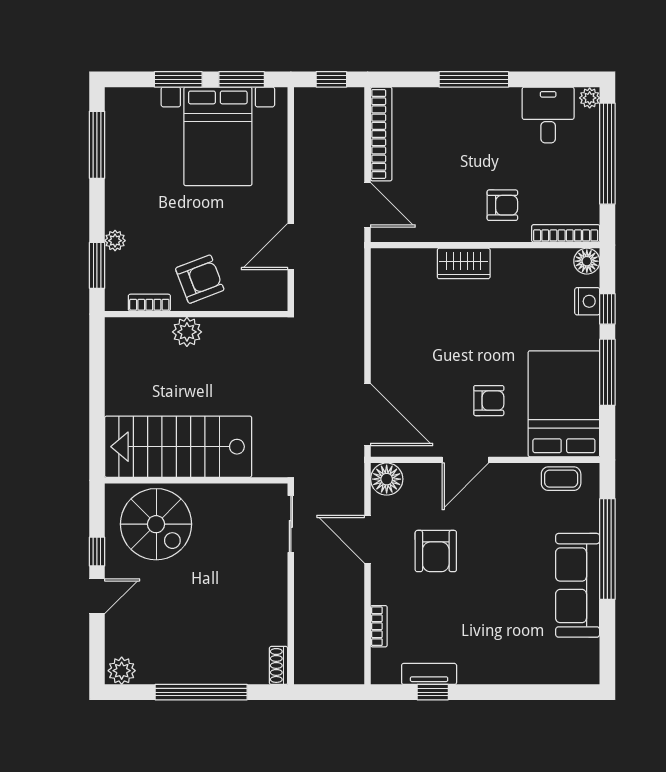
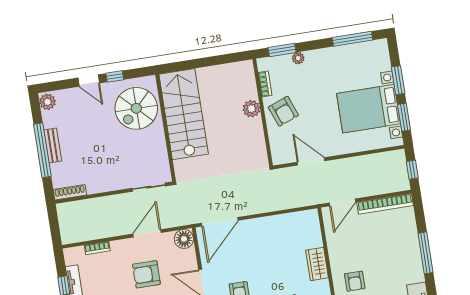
shoe rack: (279, 665) -> (70, 192), width x1.43
bench: (196, 674) -> (53, 145), added

